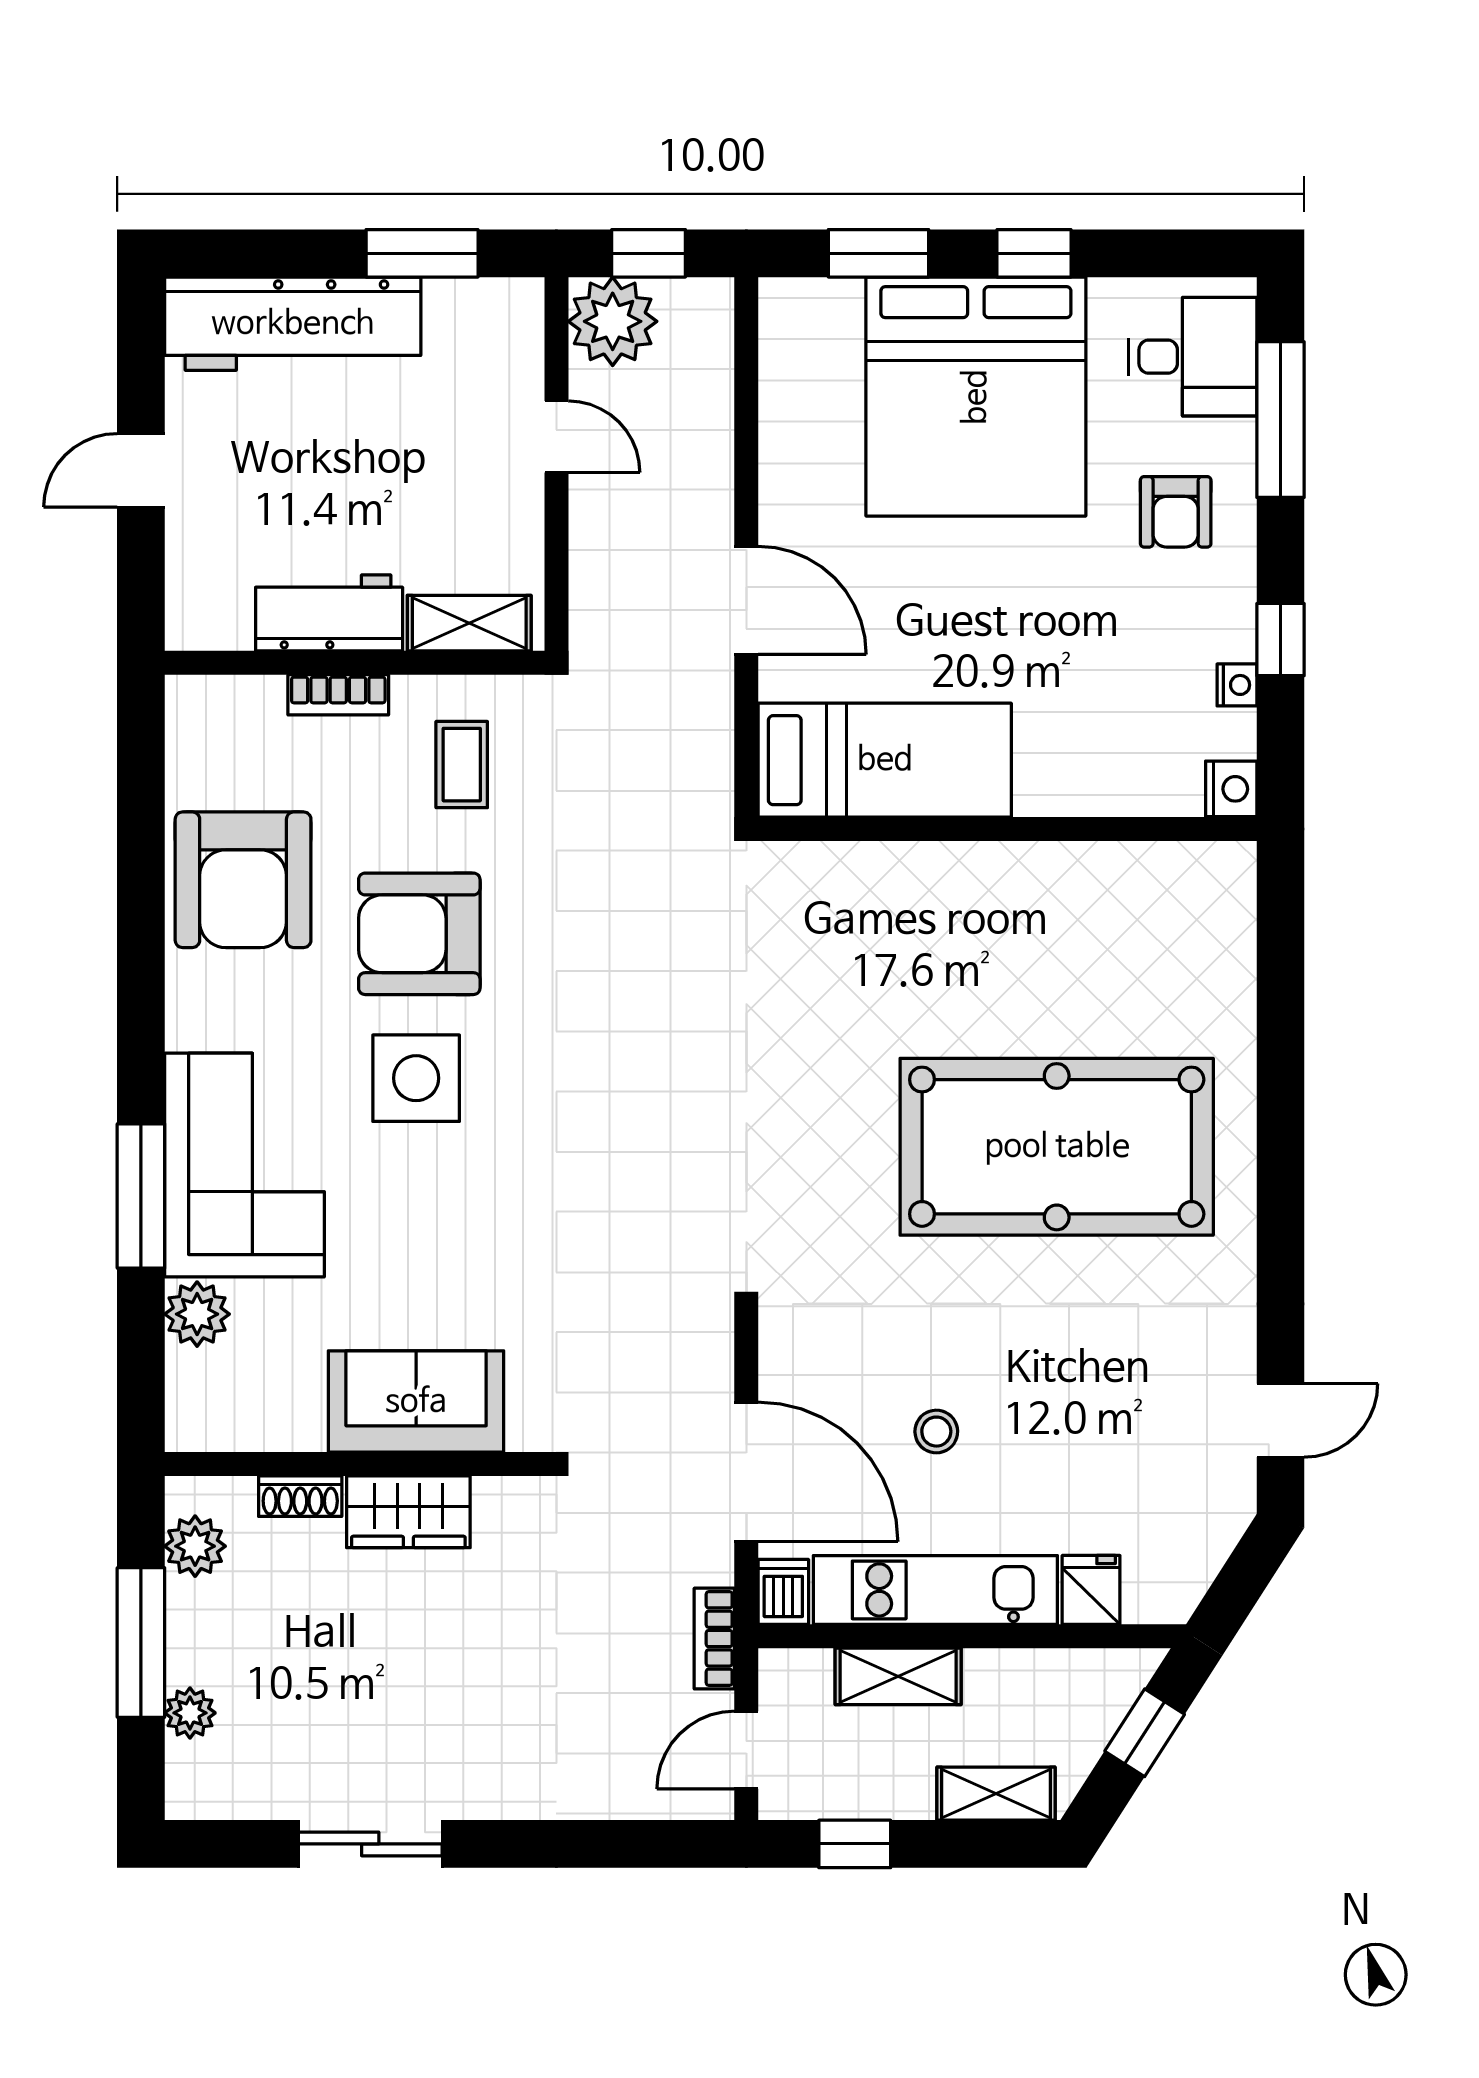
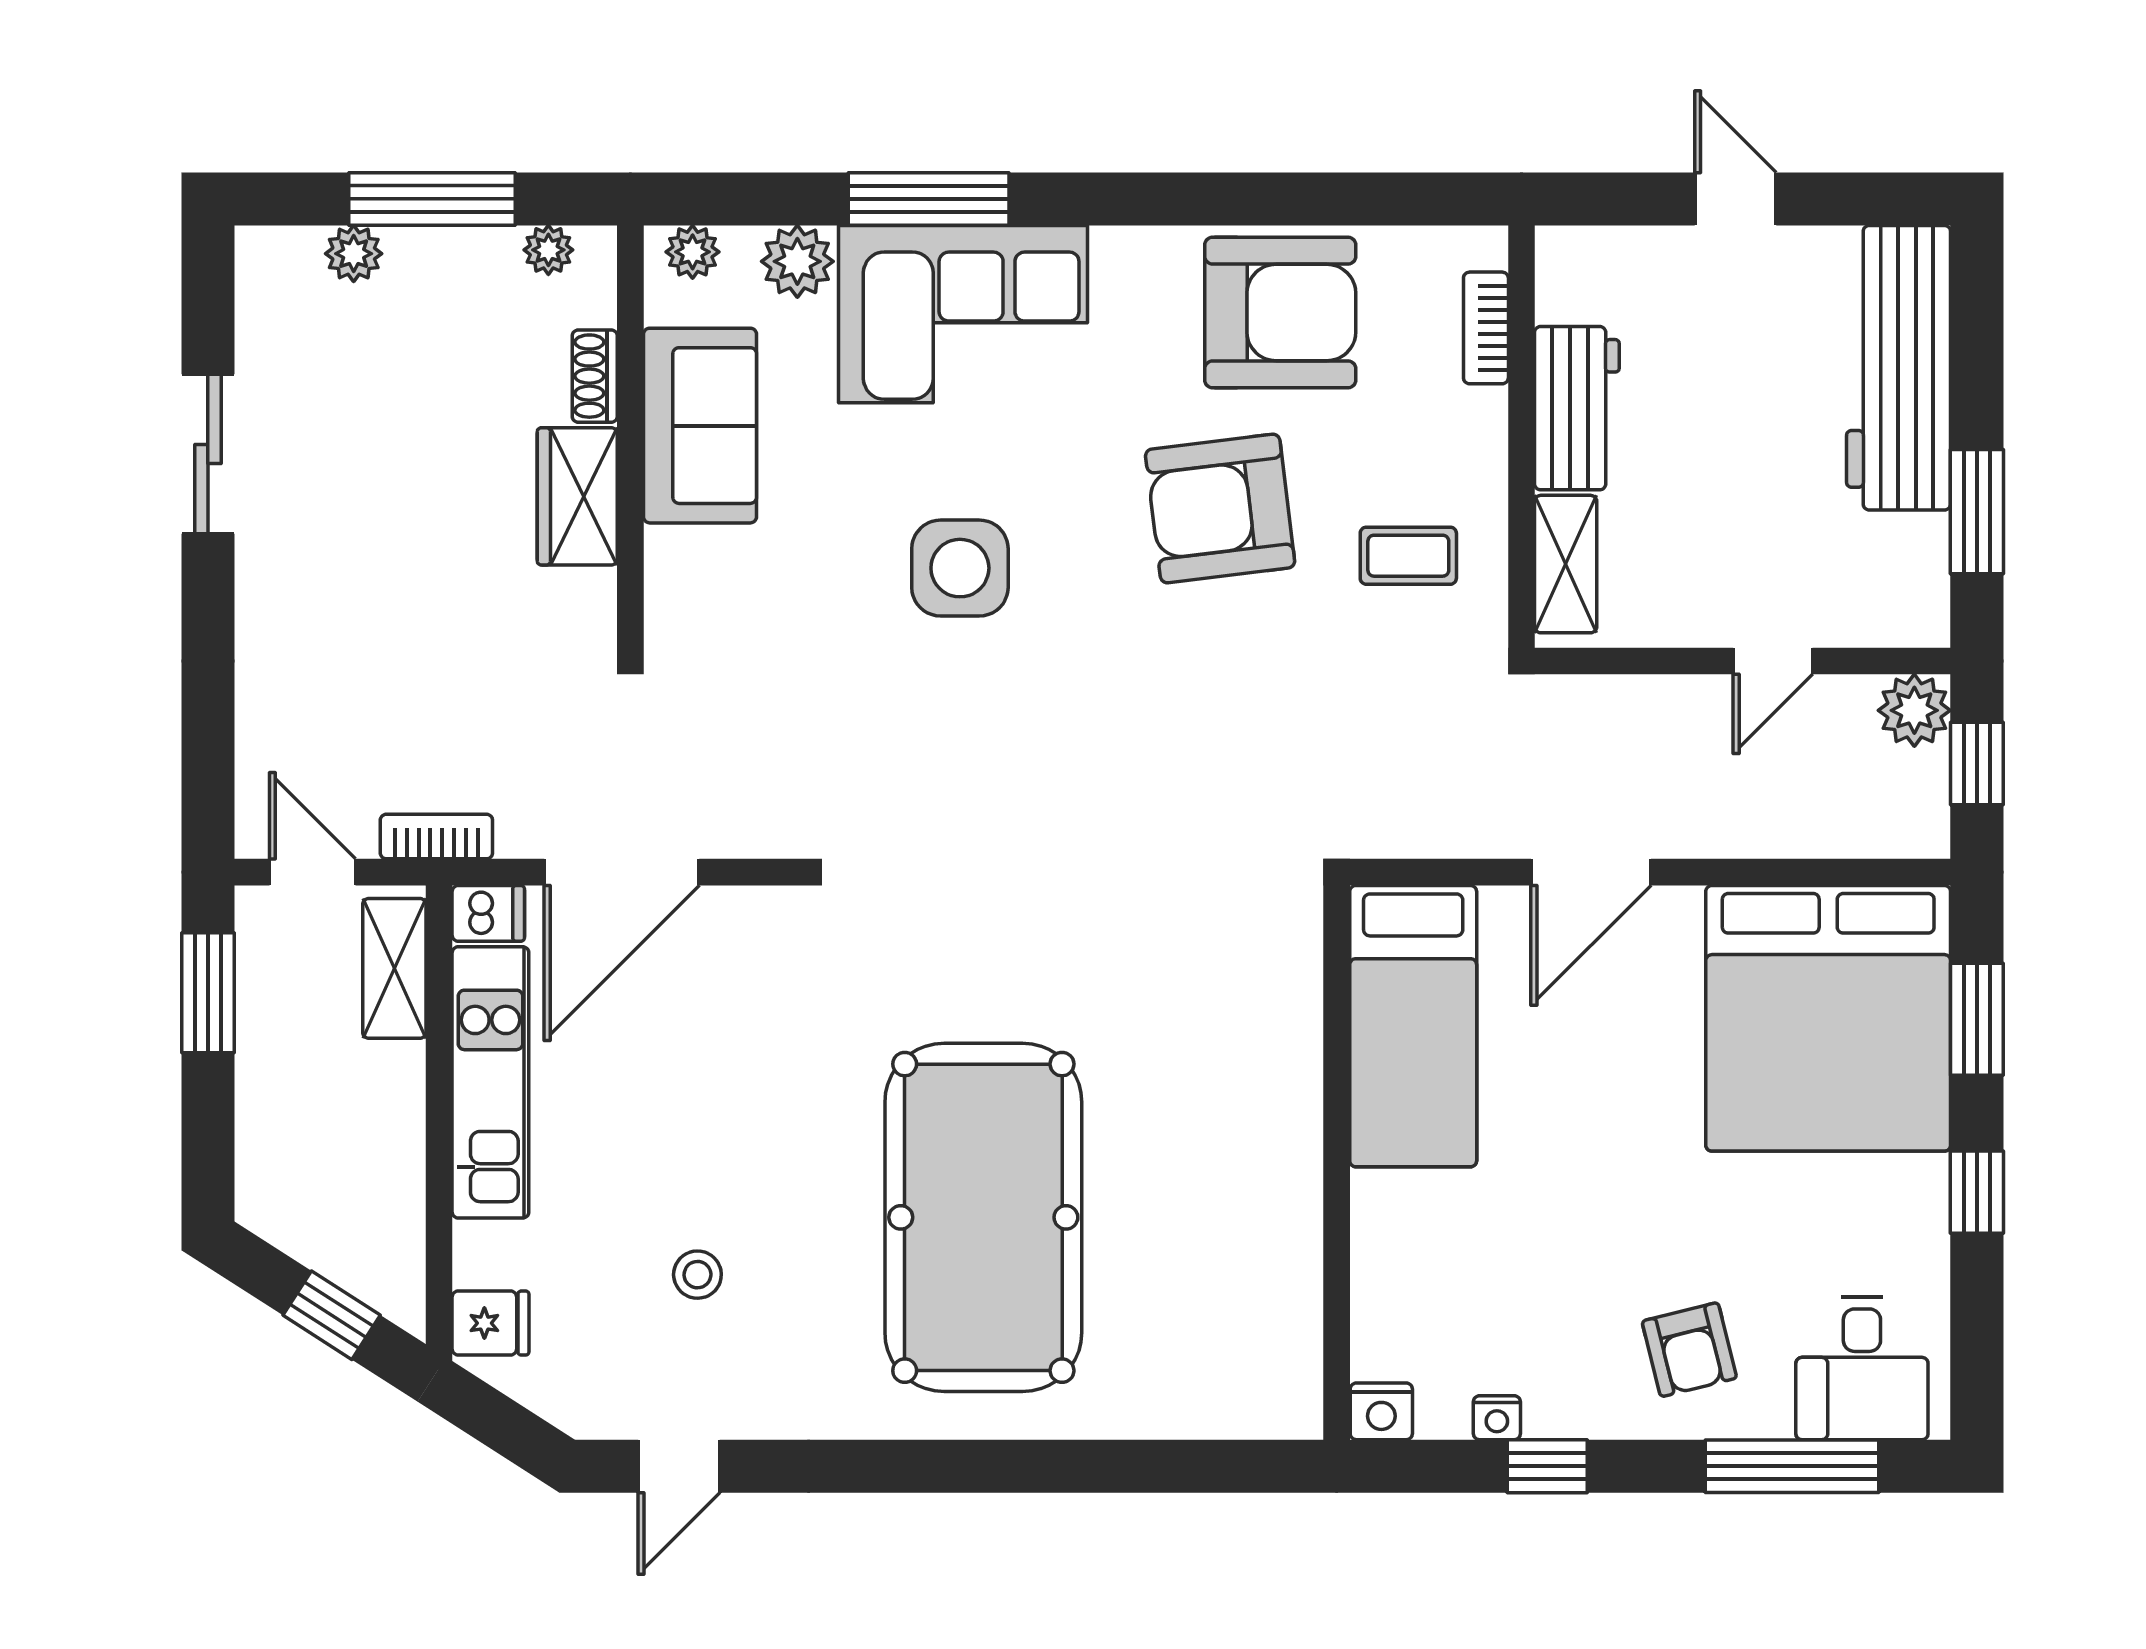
plant: (613, 321) -> (1914, 710), width x0.73, depth x0.73
bed: (976, 397) -> (1828, 1018), moved, turned -90
armchair: (1176, 512) -> (1689, 1350), turned -104
bookcase: (338, 695) -> (1486, 328), moved
armchair: (243, 880) -> (1280, 313), turned 180
armchair: (419, 934) -> (1220, 508), turned -97
side table: (416, 1078) -> (960, 568), moved
sofa: (416, 1402) -> (700, 426), moved
plant: (189, 1408) -> (693, 252), added
door: (1281, 1420) -> (679, 1466), hinge flipped
stool: (936, 1432) -> (697, 1275), moved
plant: (195, 1546) -> (548, 250), width x0.73, depth x0.73
fridge: (1091, 1590) -> (490, 1323), moved
shelving: (898, 1676) -> (394, 968), moved
shelving: (996, 1794) -> (264, 1150), removed
window: (855, 1844) -> (208, 993), width x1.50

